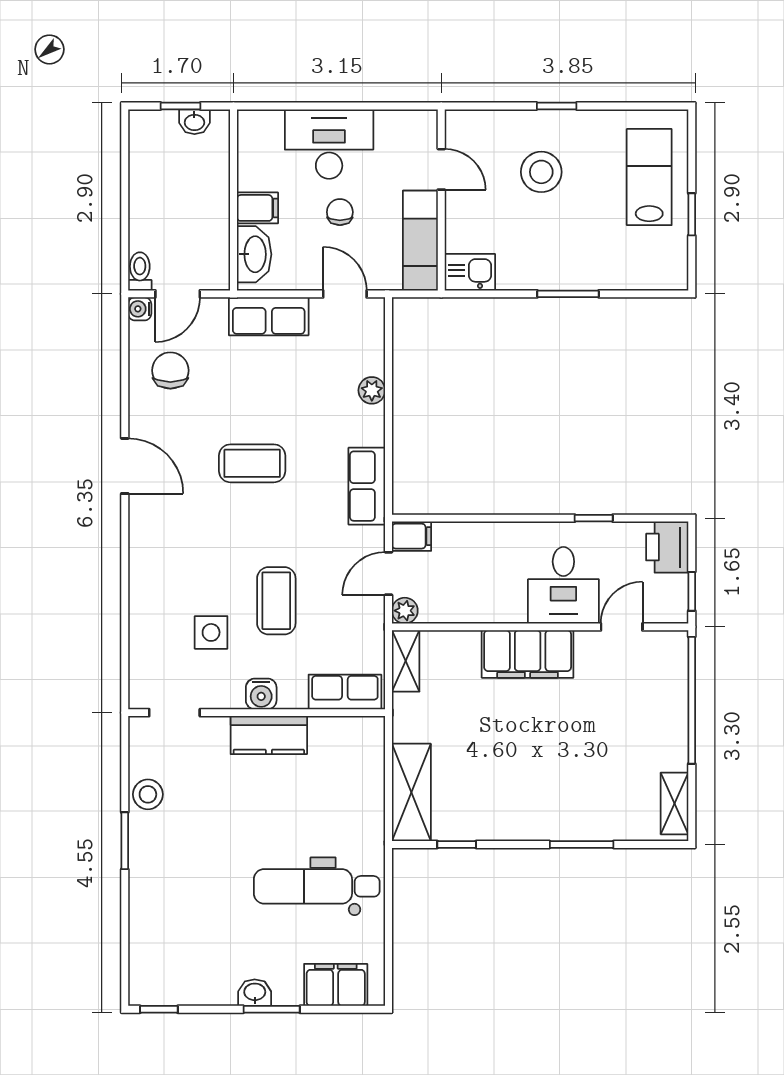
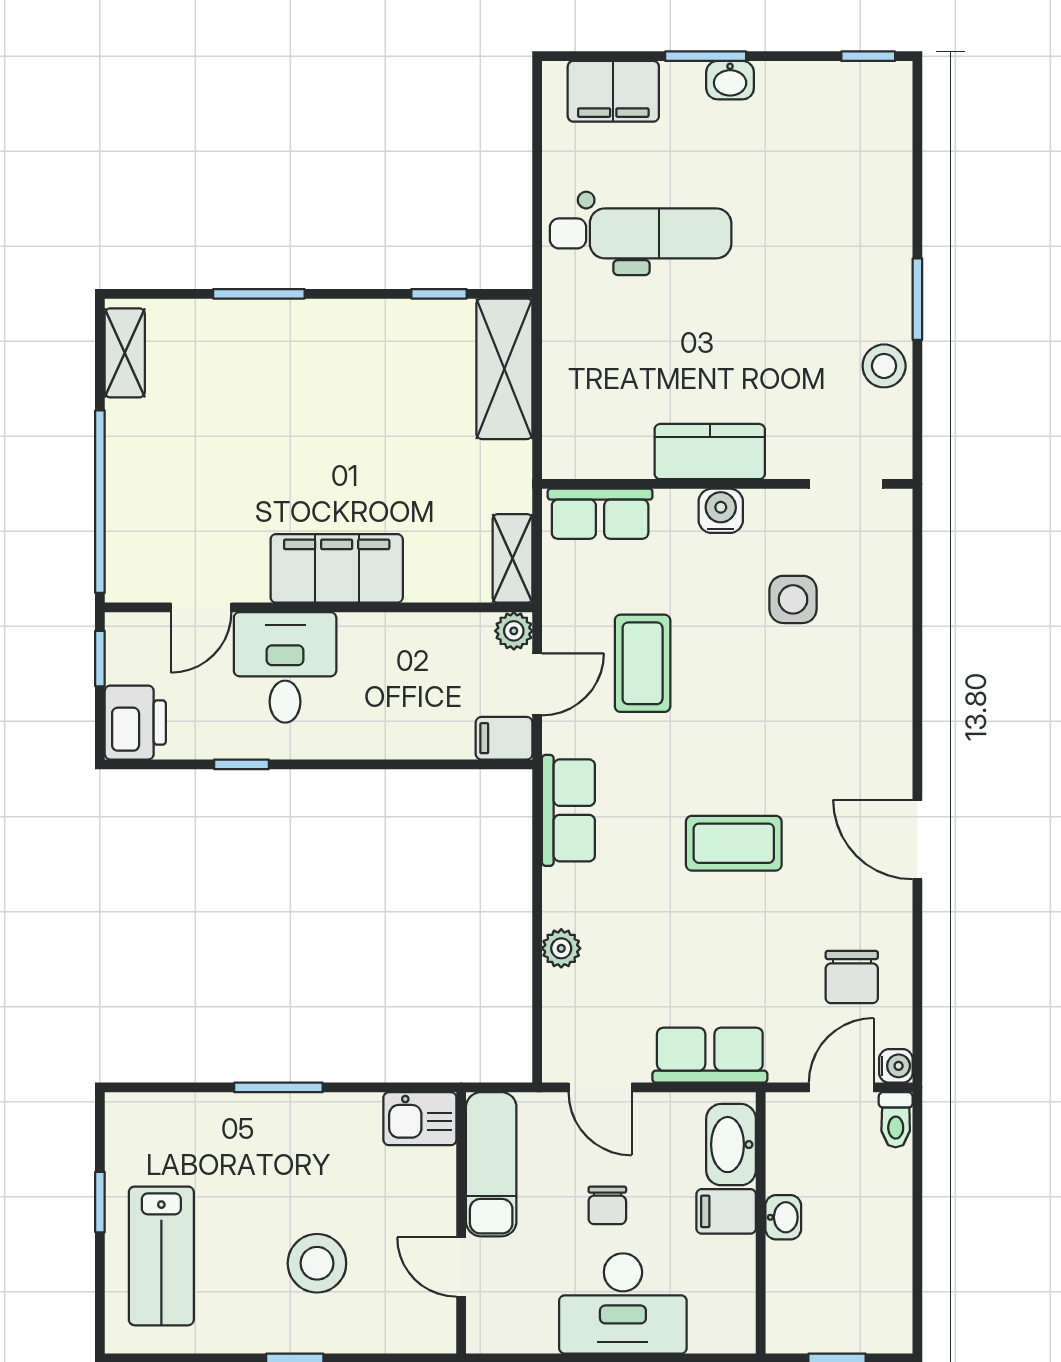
washbasin: (194, 122) -> (783, 1217), moved, turned 90
coffee table: (276, 601) -> (643, 663), moved

